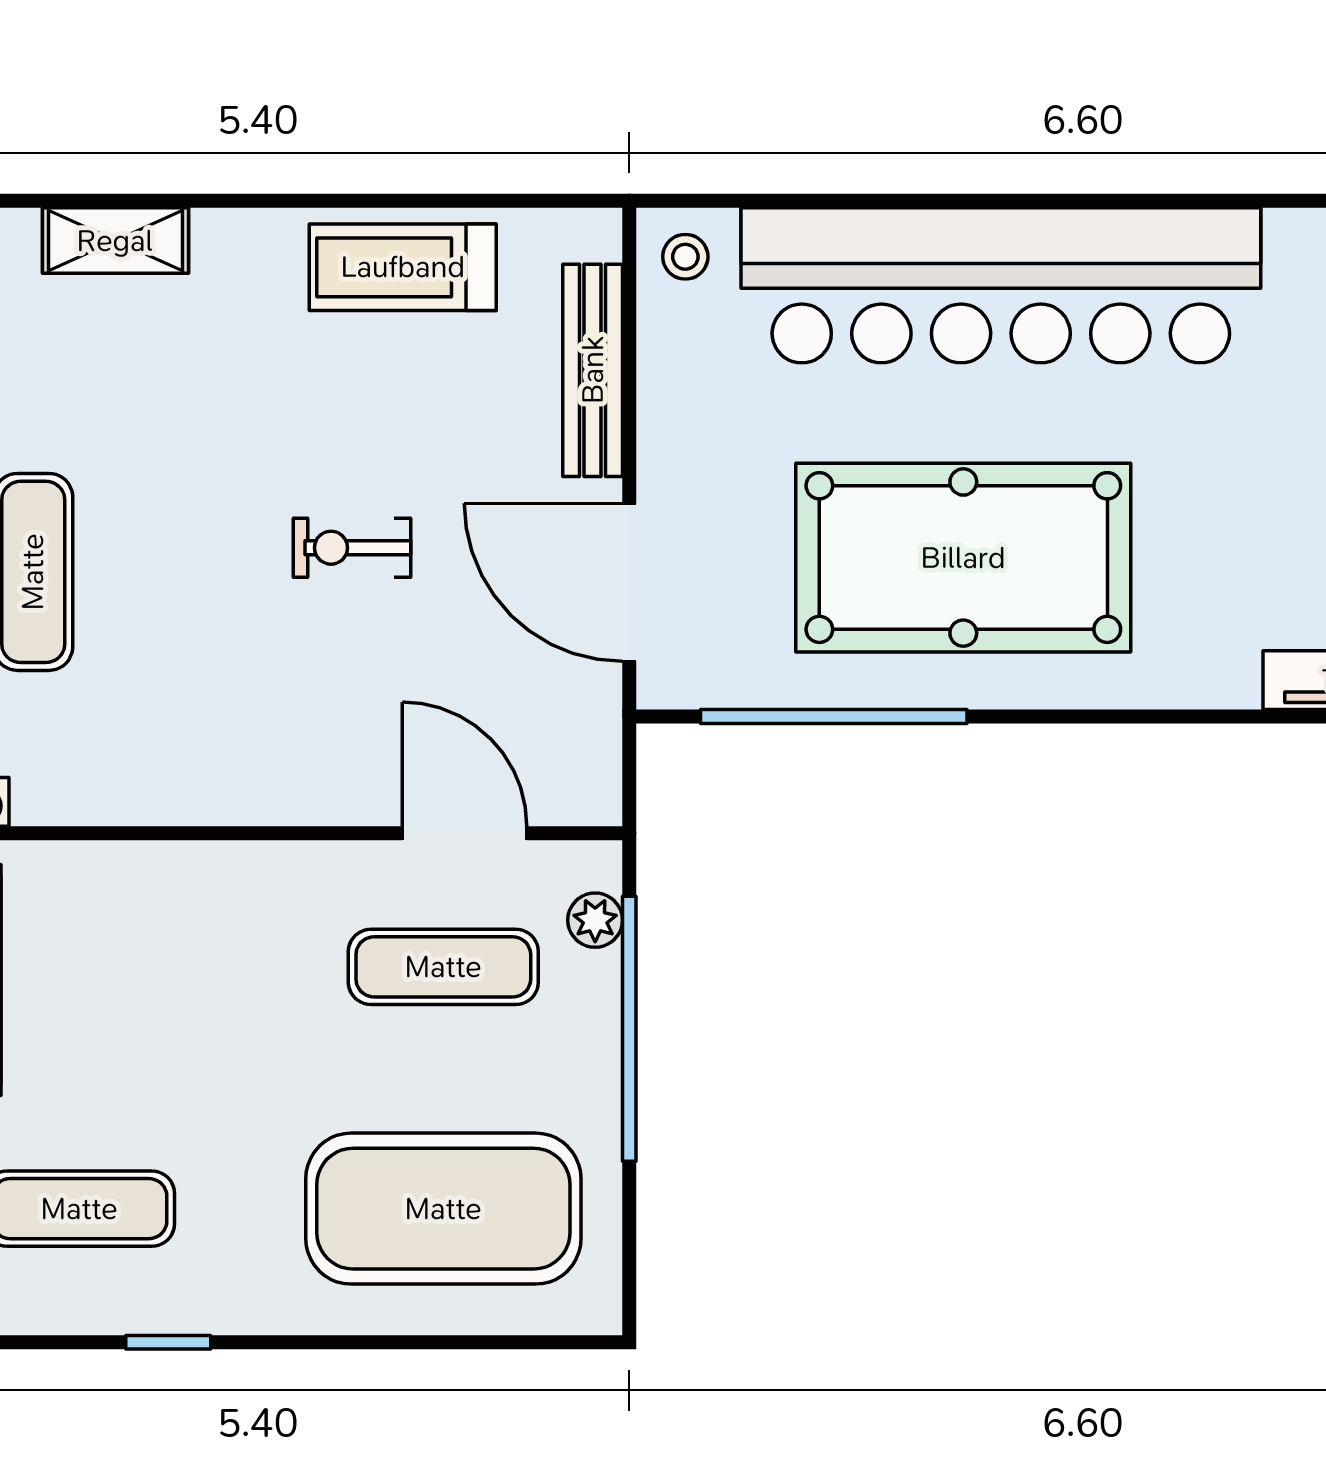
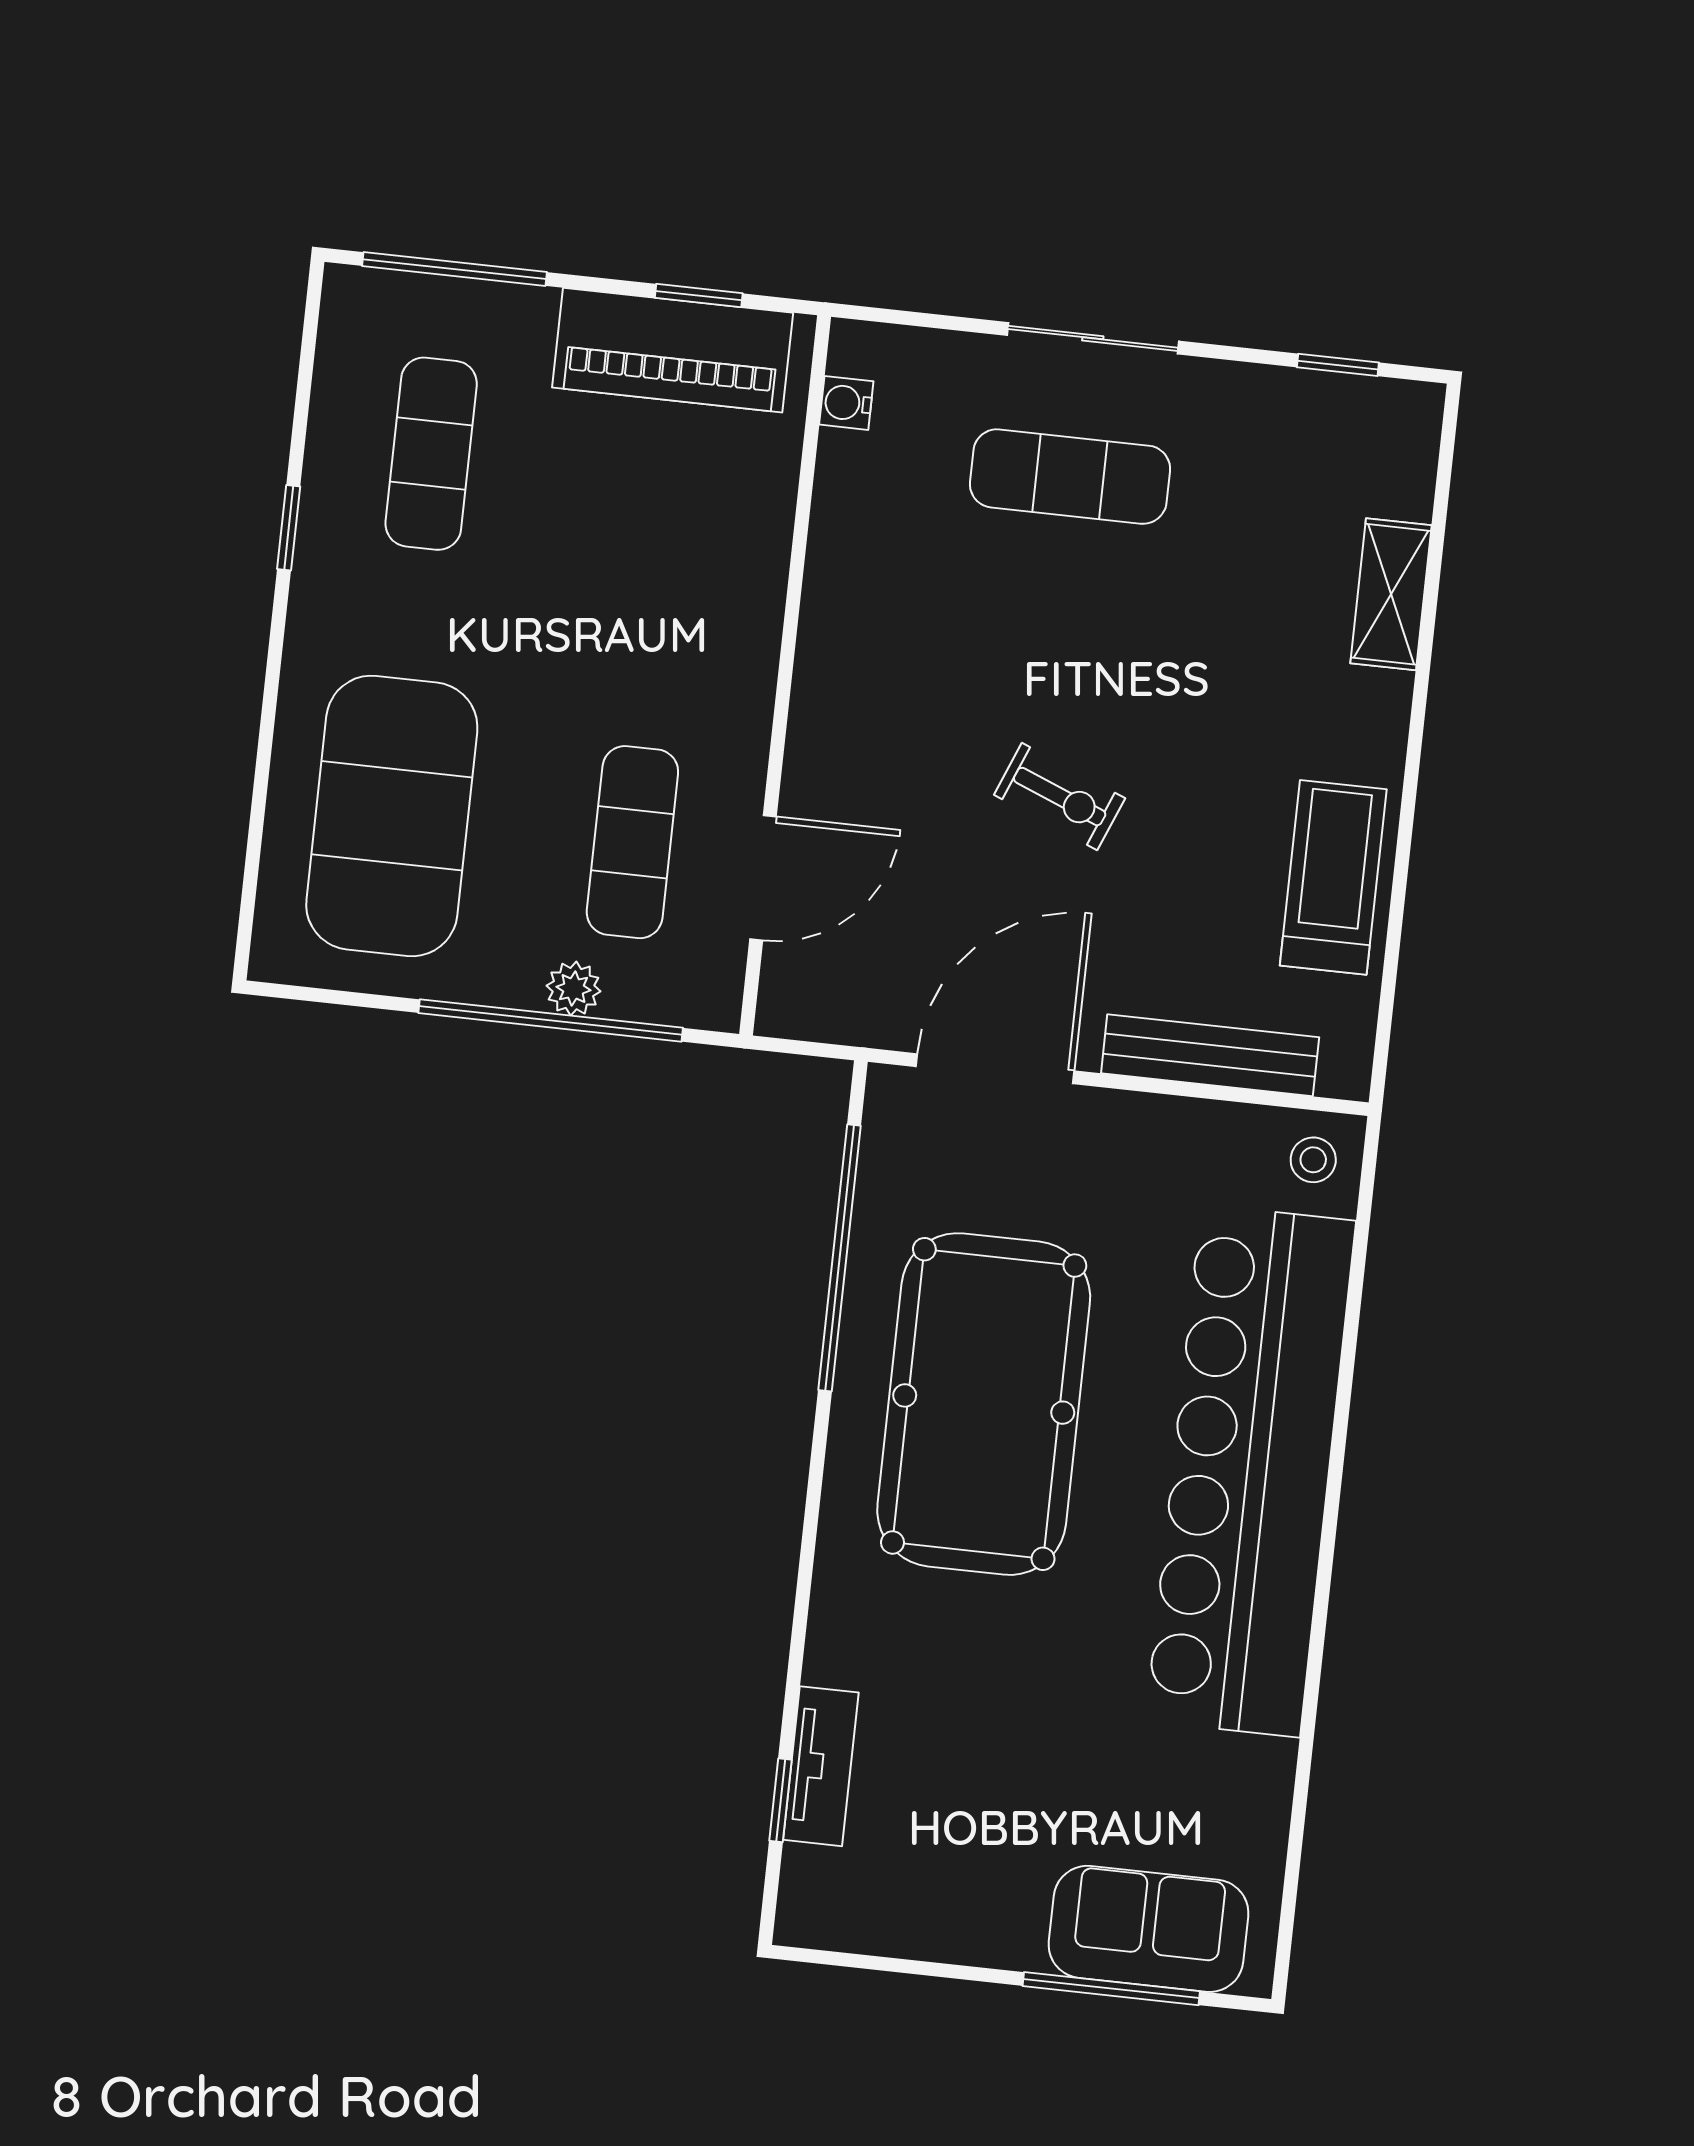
exercise bike: (352, 548) -> (1060, 797), turned 112
plant: (595, 920) -> (574, 989), moved

